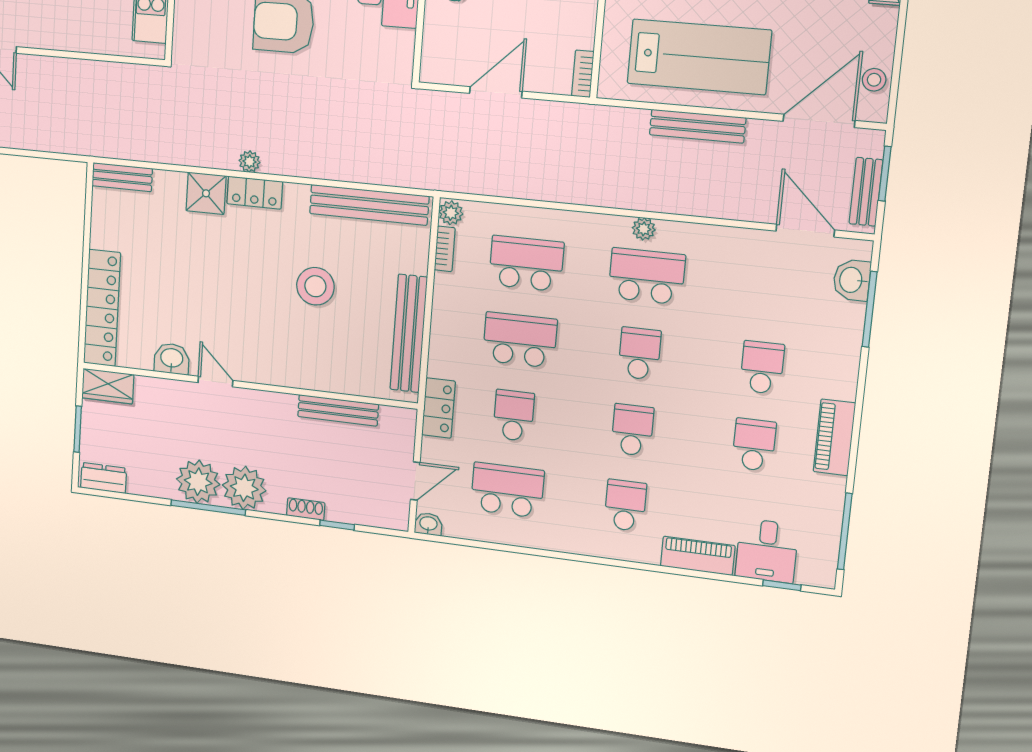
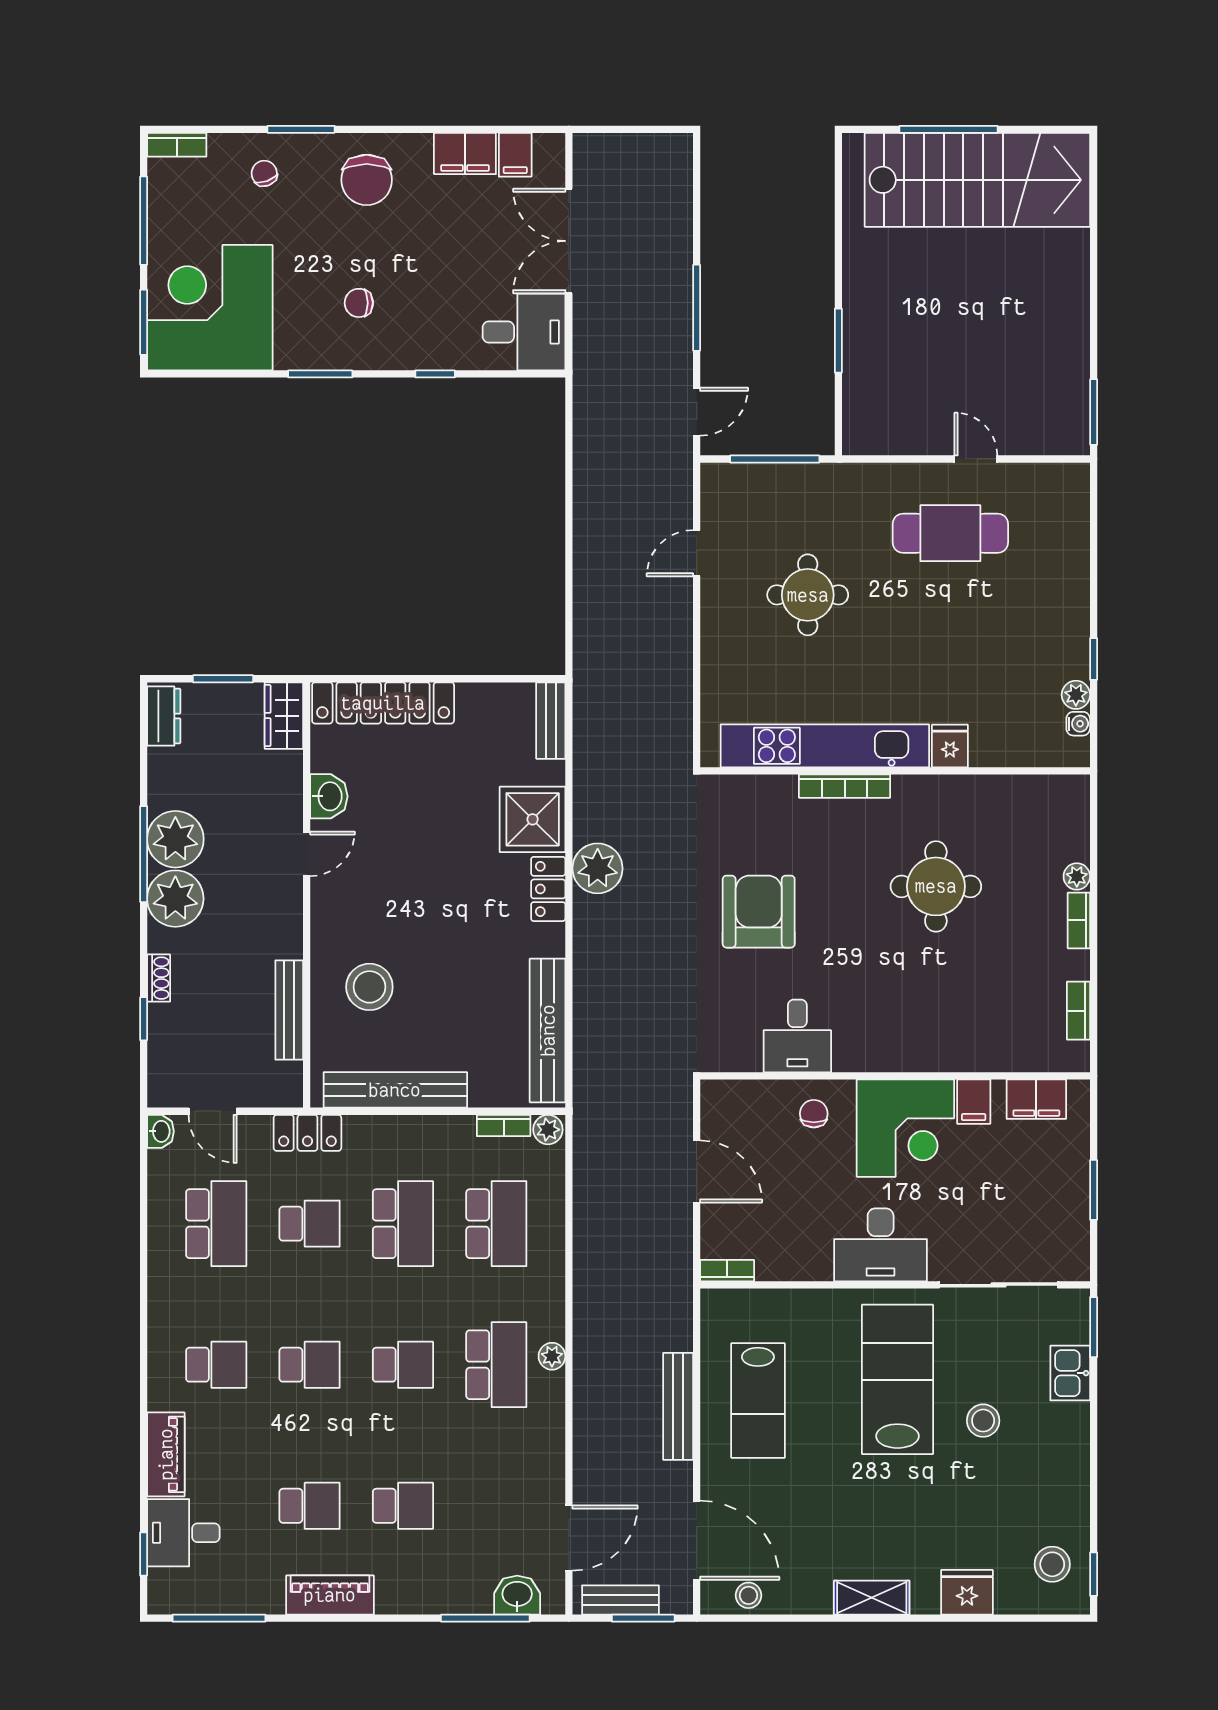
lab bench: (699, 57) -> (758, 1400), width x0.73, depth x0.72
plant: (249, 162) -> (598, 868), width x1.88, depth x1.88
shower: (206, 193) -> (533, 819), width x1.36, depth x1.36
stool: (315, 286) -> (369, 987), moved

